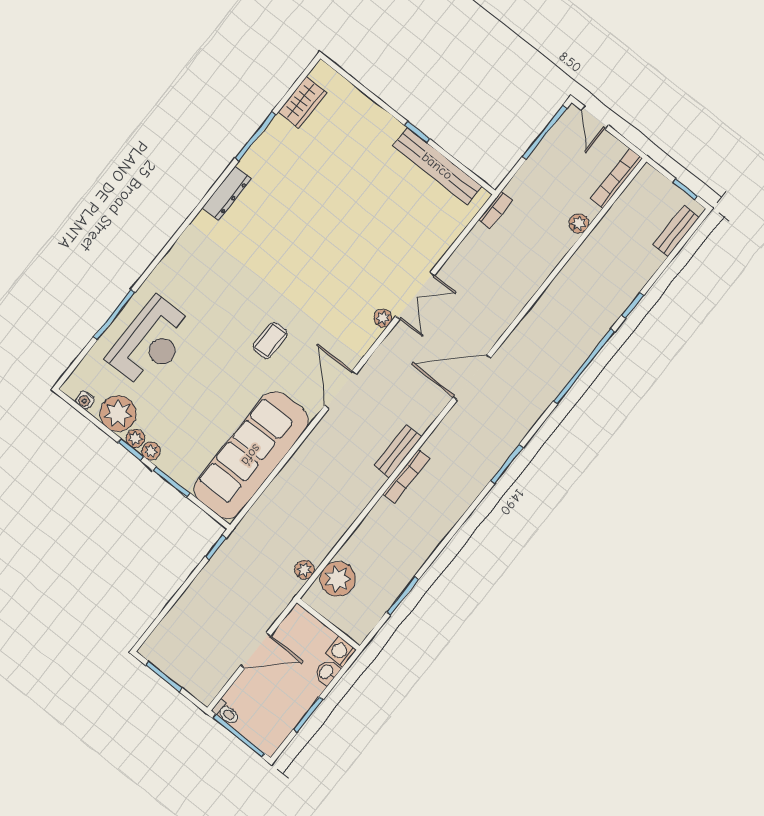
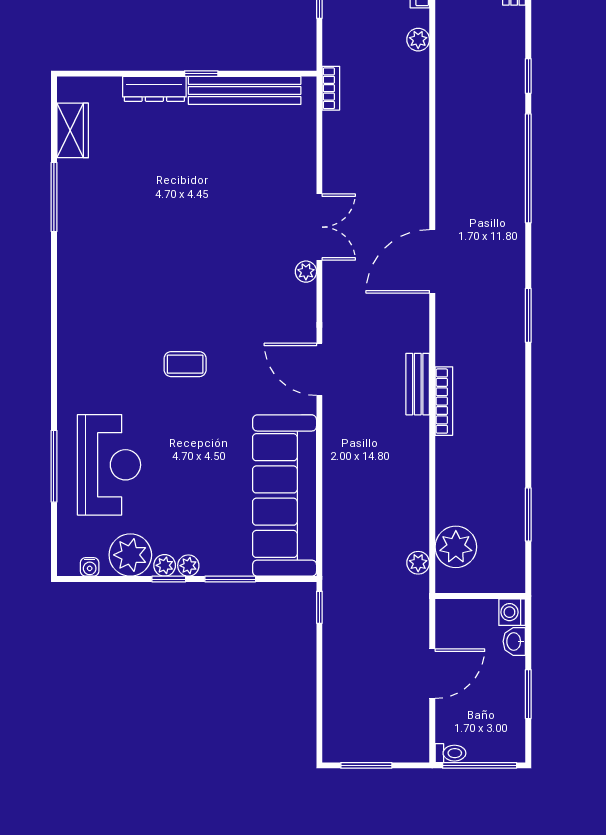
dresser: (227, 193) -> (154, 89), moved, turned 90
coffee table: (270, 340) -> (185, 364), moved, turned 90

